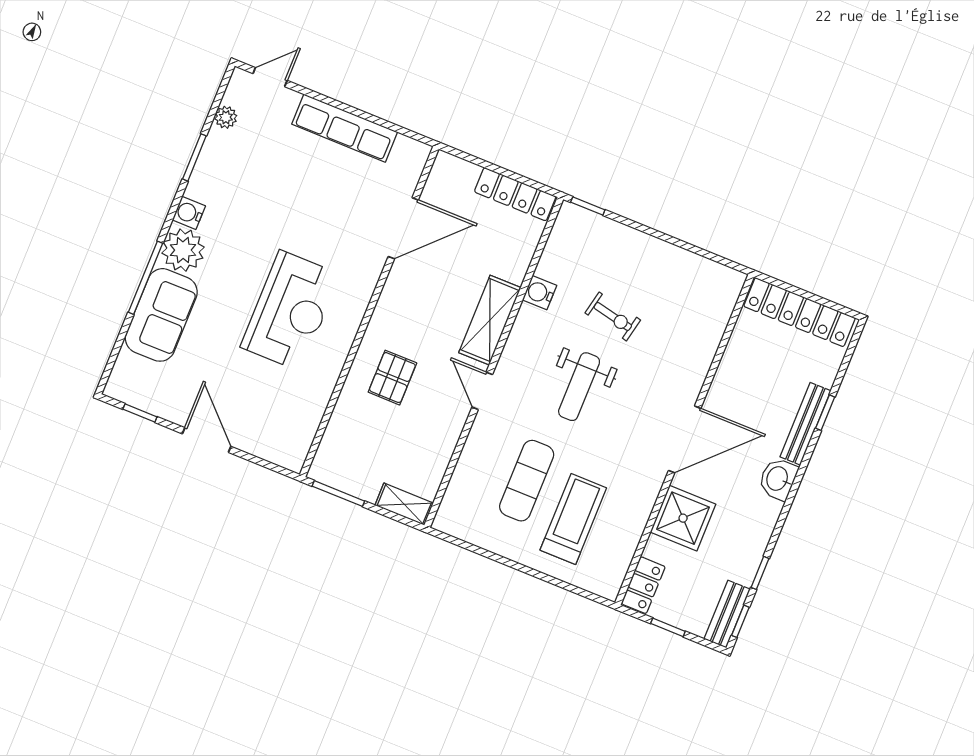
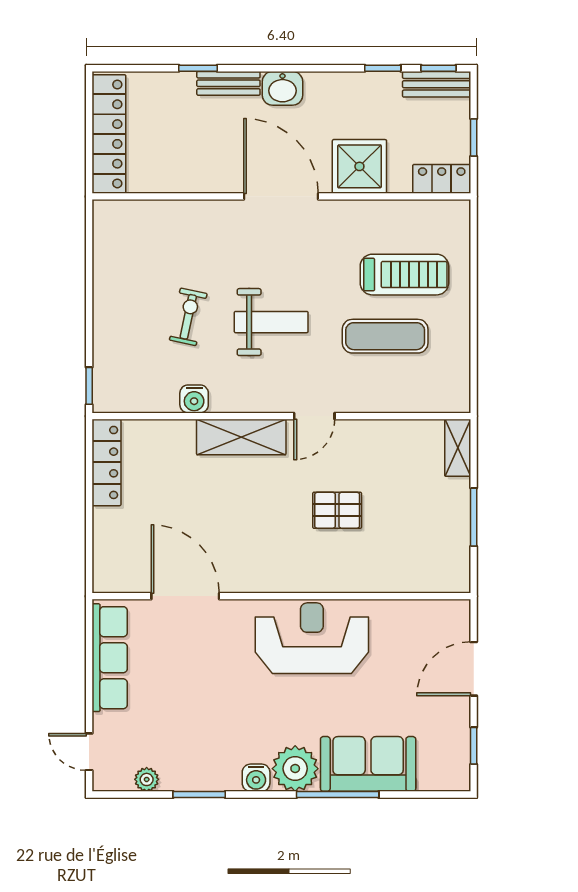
door: (403, 228) -> (185, 596), moved
wall: (369, 312) -> (281, 596), moved
bench: (805, 424) -> (228, 83), width x0.73
treadmill: (573, 519) -> (404, 275), turned 180

